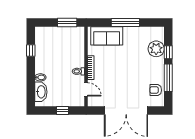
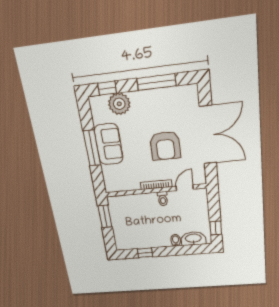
sofa: (107, 36) -> (109, 144), moved
window: (168, 52) -> (107, 88), moved
armchair: (156, 90) -> (165, 146), moved, width x1.88, depth x1.88
window: (63, 110) -> (216, 228), moved

